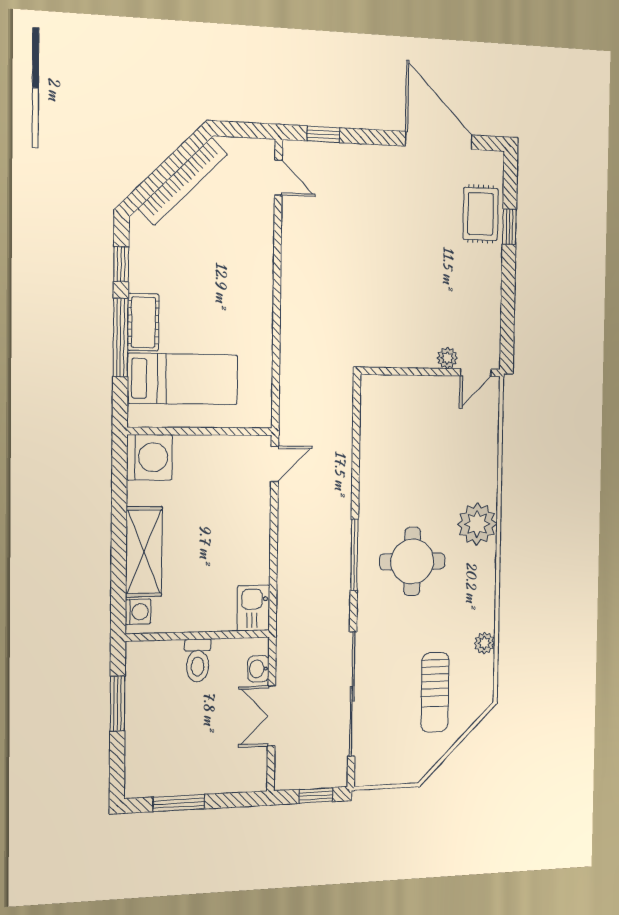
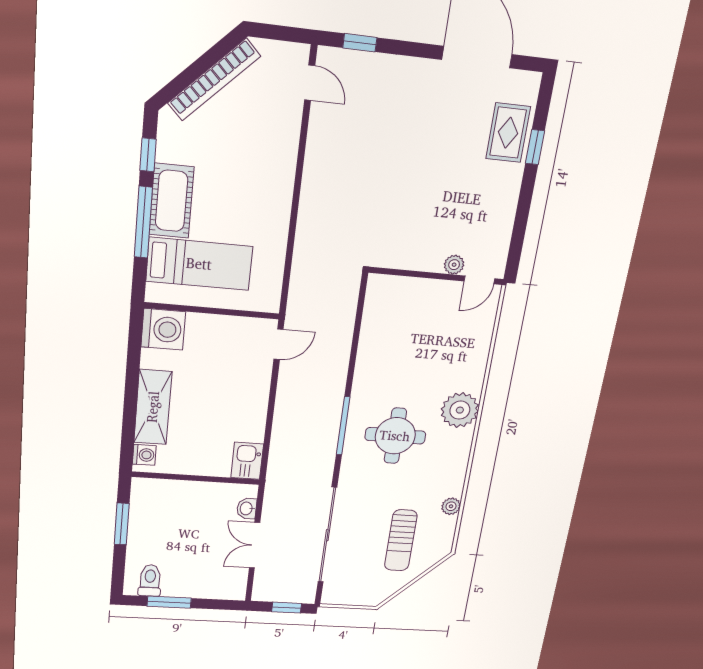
cot: (143, 322) -> (172, 201), width x1.37, depth x1.34
toilet: (198, 661) -> (150, 581), moved, turned 180

